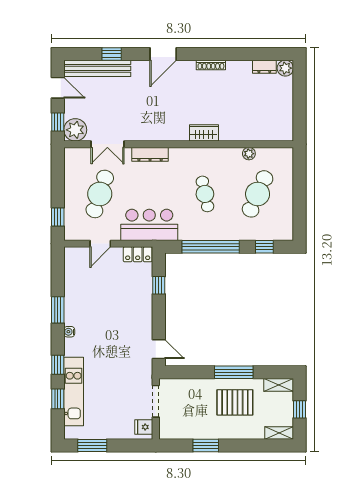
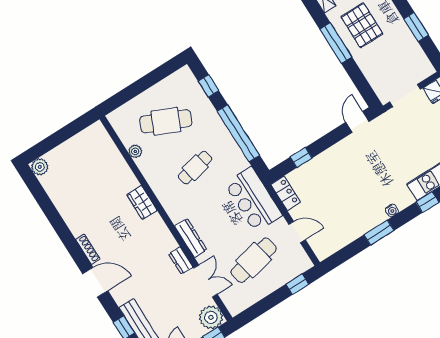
shoe rack: (211, 65) -> (88, 249), moved
dresser: (264, 67) -> (181, 261), moved, turned 180
cafe table: (100, 194) -> (254, 260), turned -30

